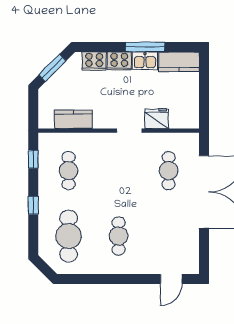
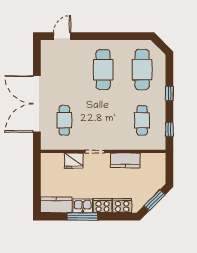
kitchen counter: (73, 119) -> (125, 160), moved
cafe table: (119, 236) -> (103, 70), width x1.37, depth x1.35

